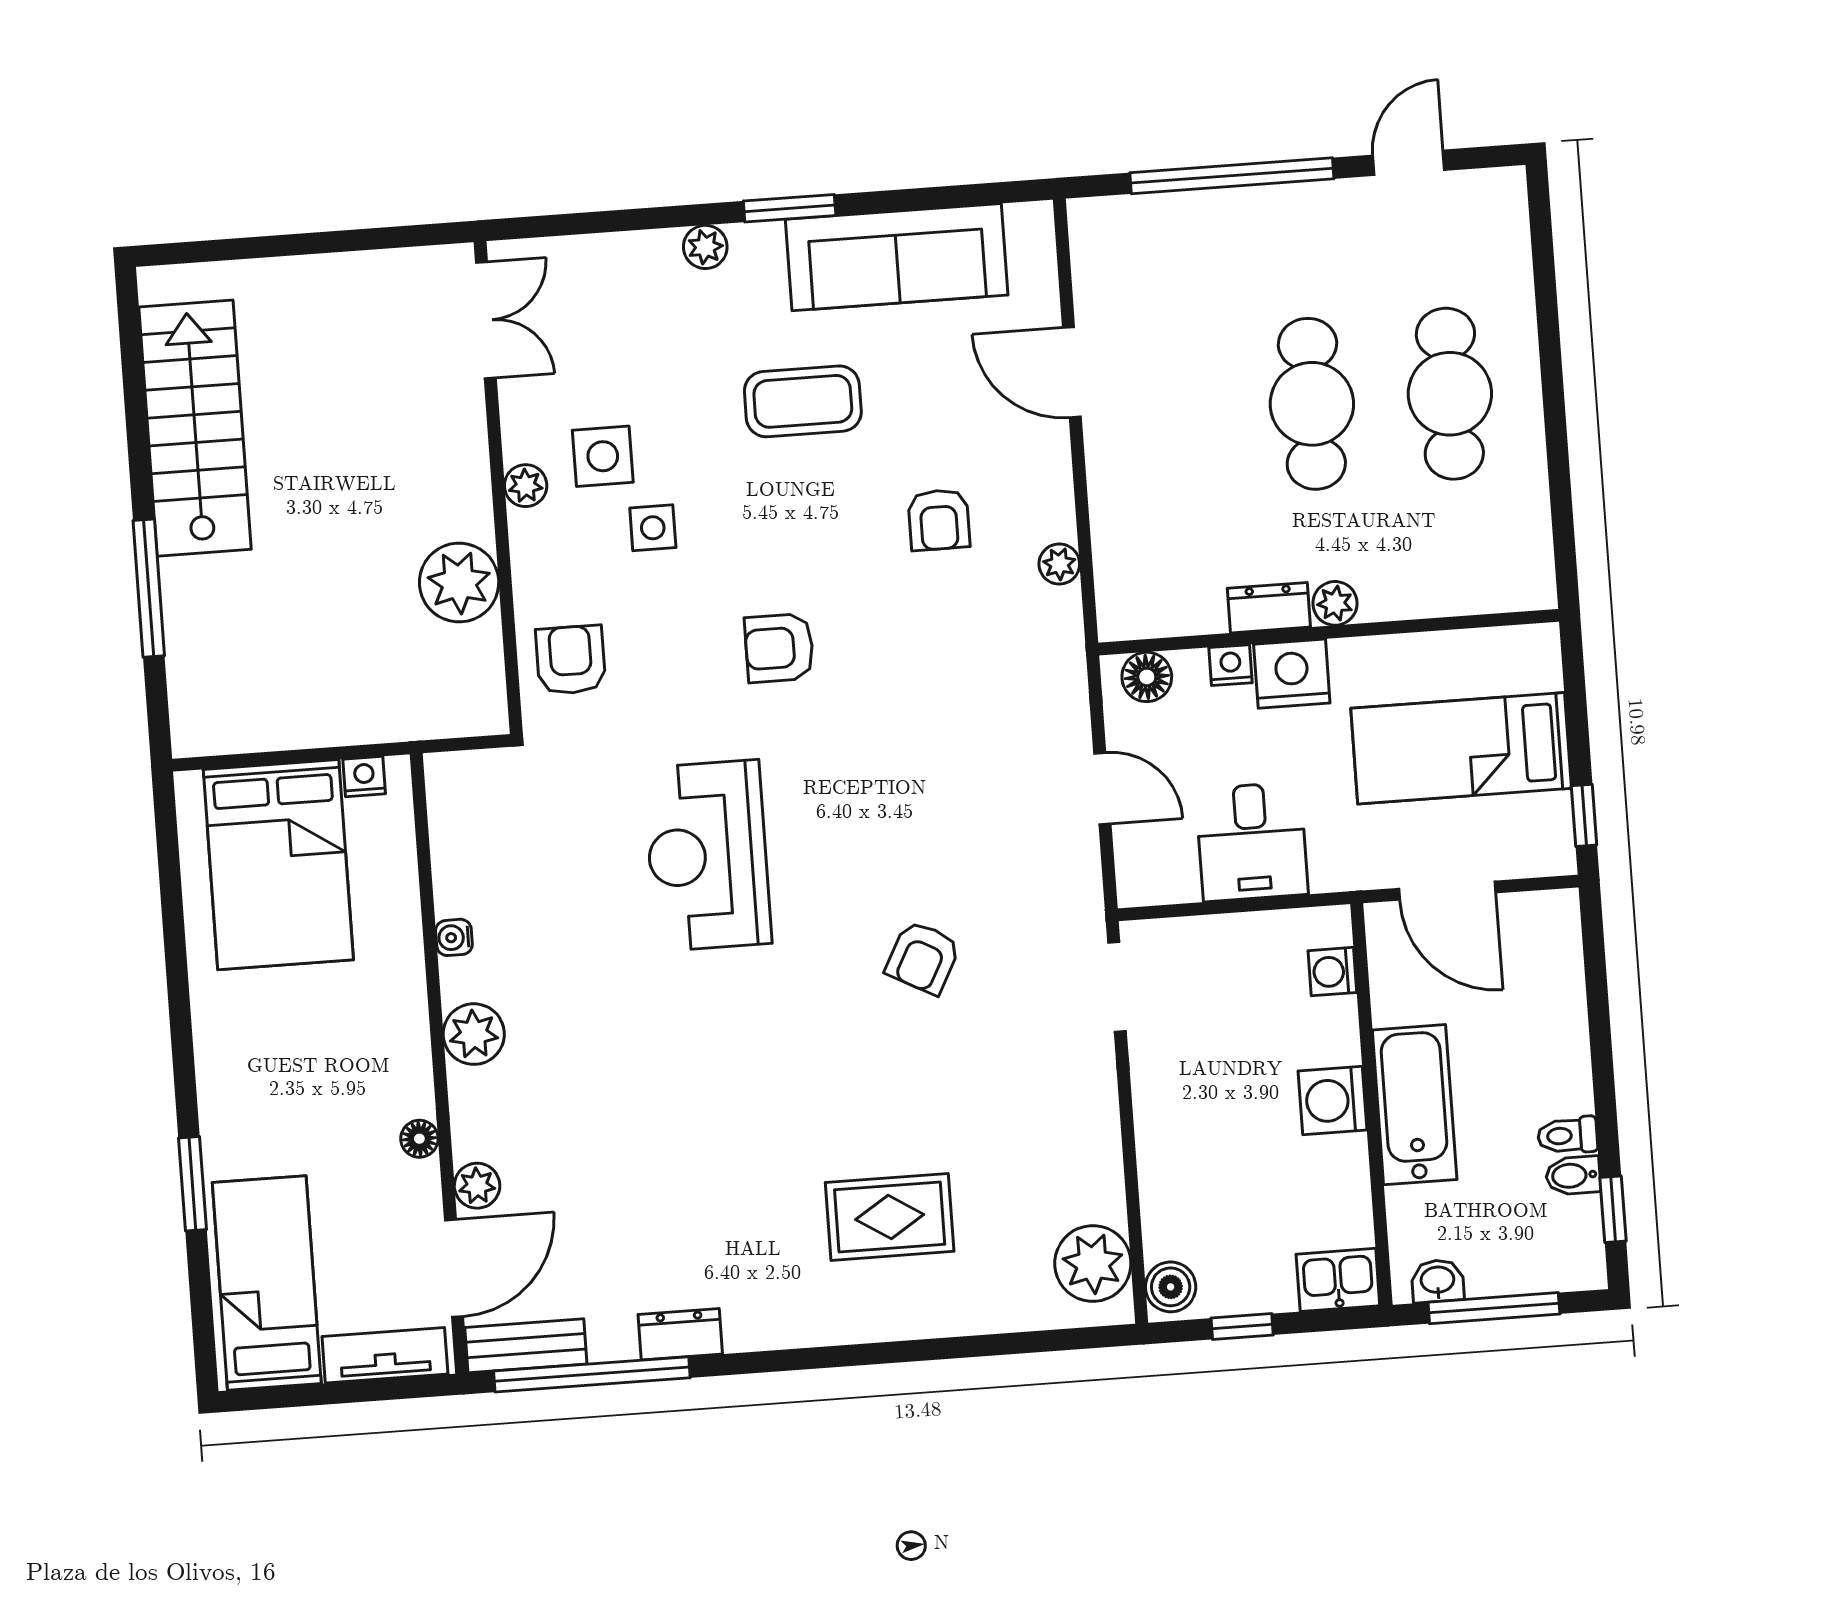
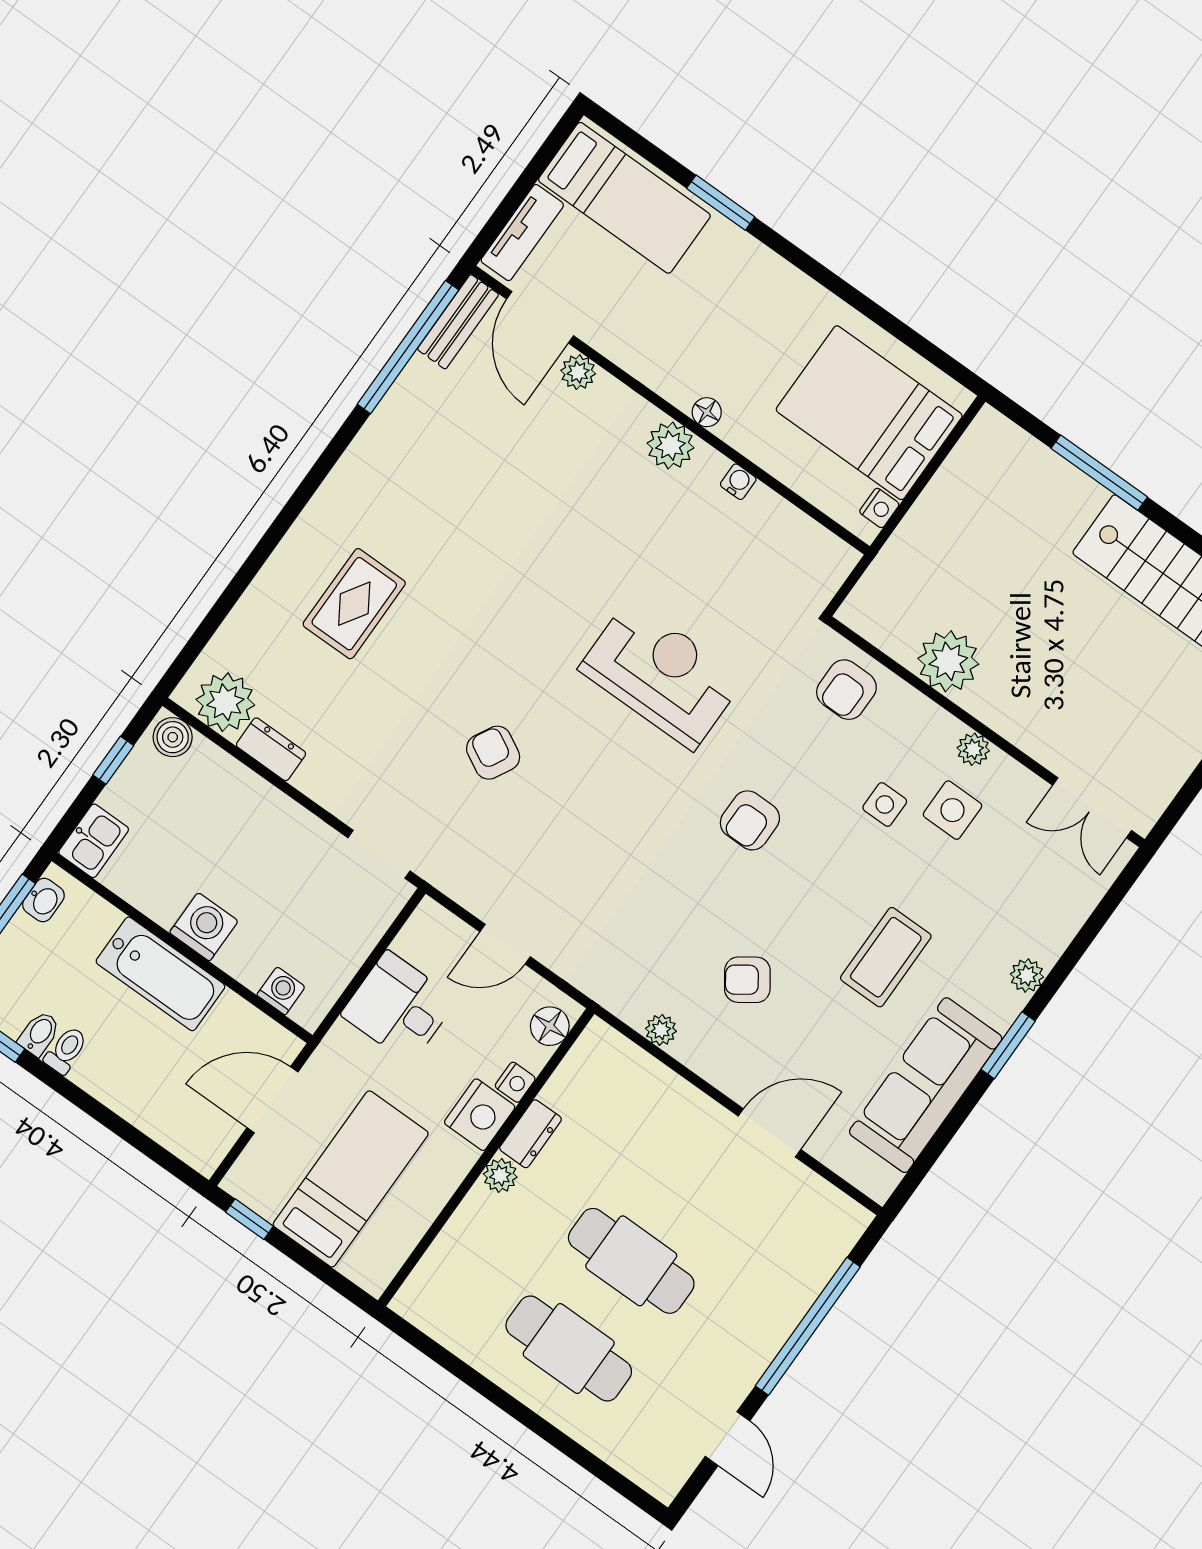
armchair: (939, 520) -> (747, 980), turned -35
armchair: (779, 648) -> (750, 820), turned 180
armchair: (571, 660) -> (846, 690), turned 90
floor lamp: (419, 1139) -> (707, 412), moved
dresser: (680, 1334) -> (271, 749), moved, turned -90

